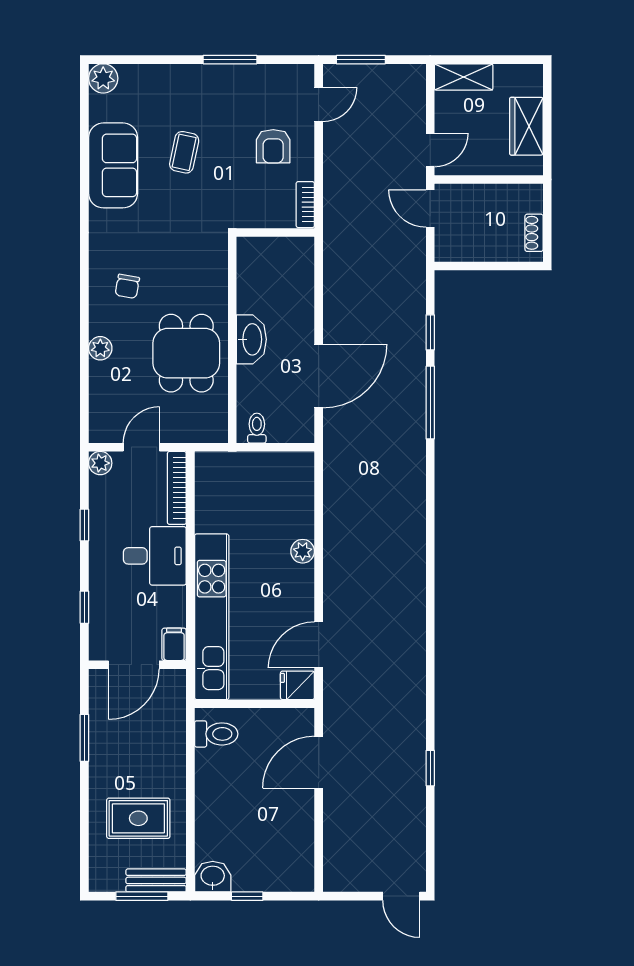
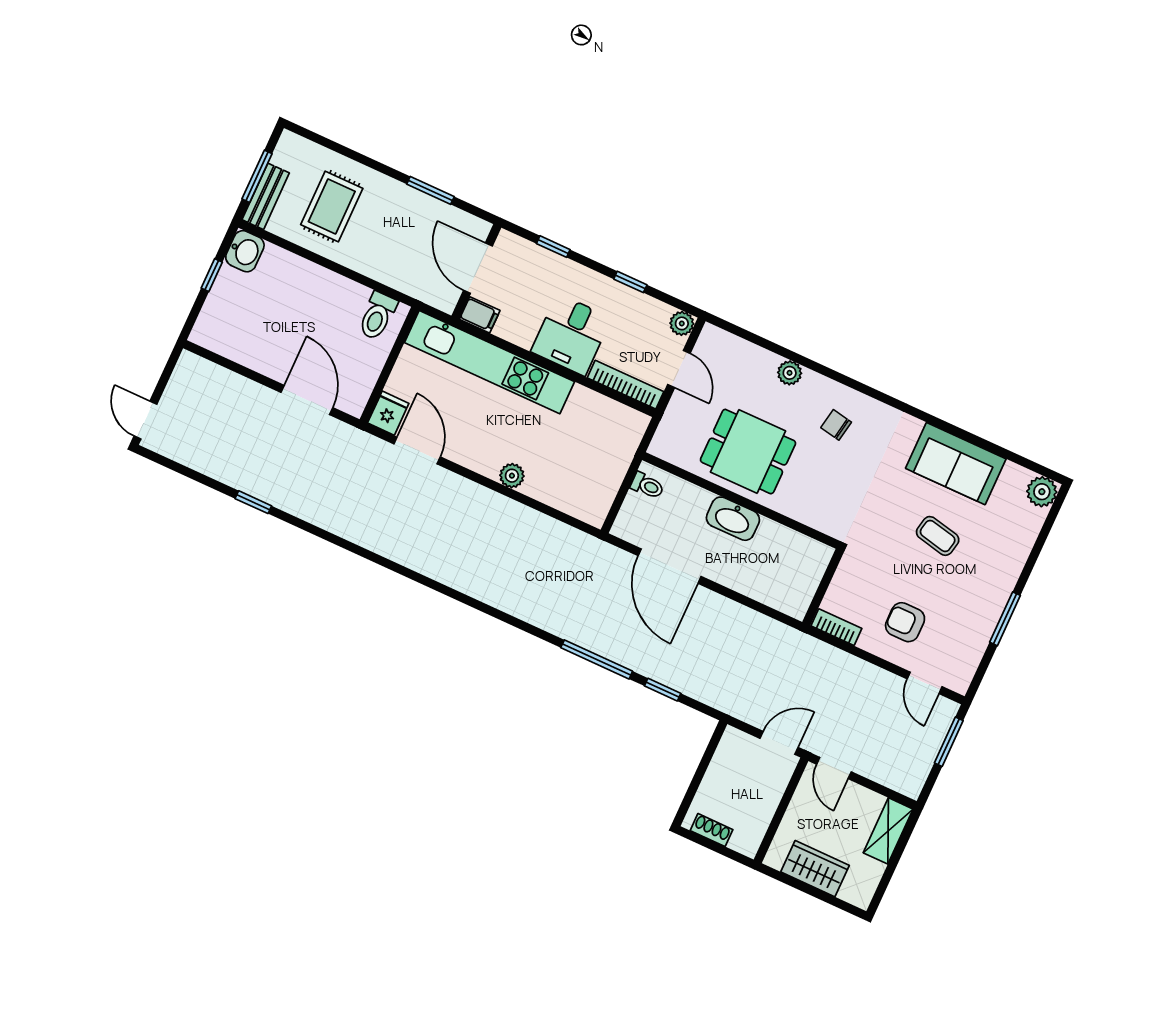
door: (401, 896) -> (145, 420), hinge flipped

